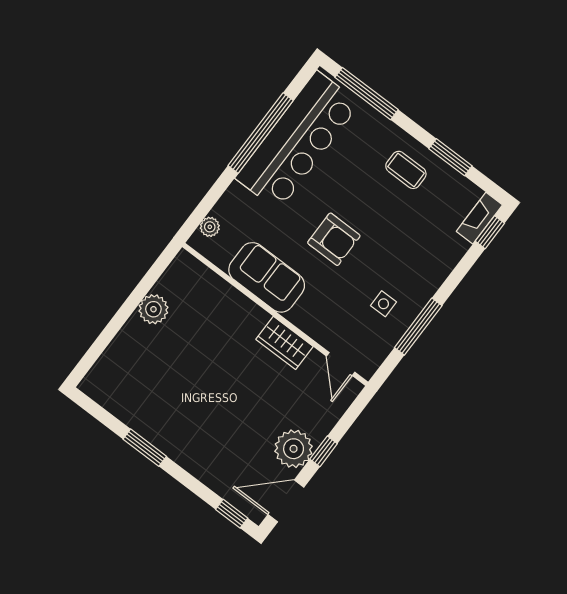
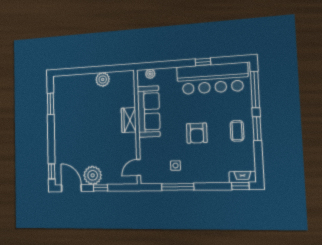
window: (261, 133) -> (203, 62), width x0.32
window: (450, 157) -> (257, 129), moved
armchair: (334, 239) -> (197, 133), moved
sofa: (267, 277) -> (149, 111), width x1.36
wardrobe: (284, 343) -> (129, 120), moved
window: (145, 448) -> (50, 104), moved

